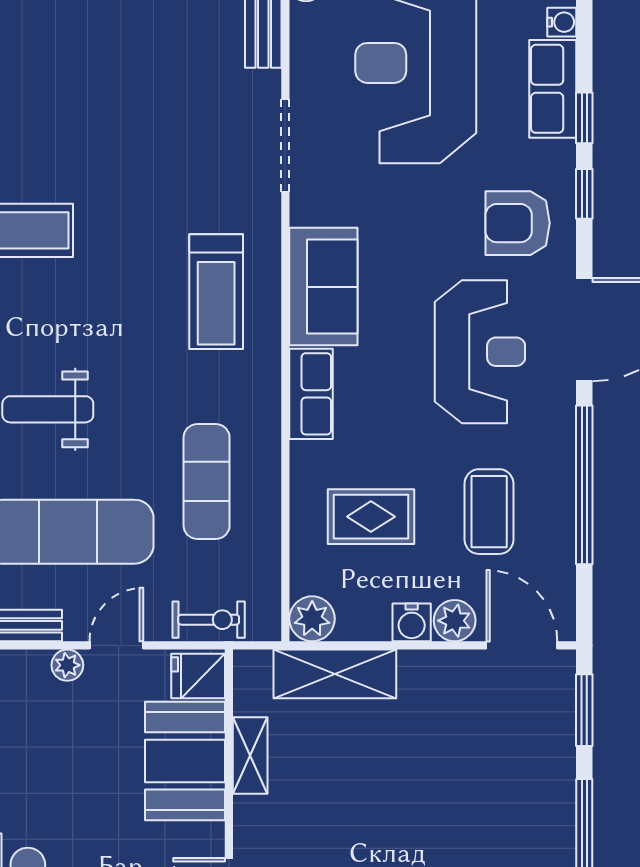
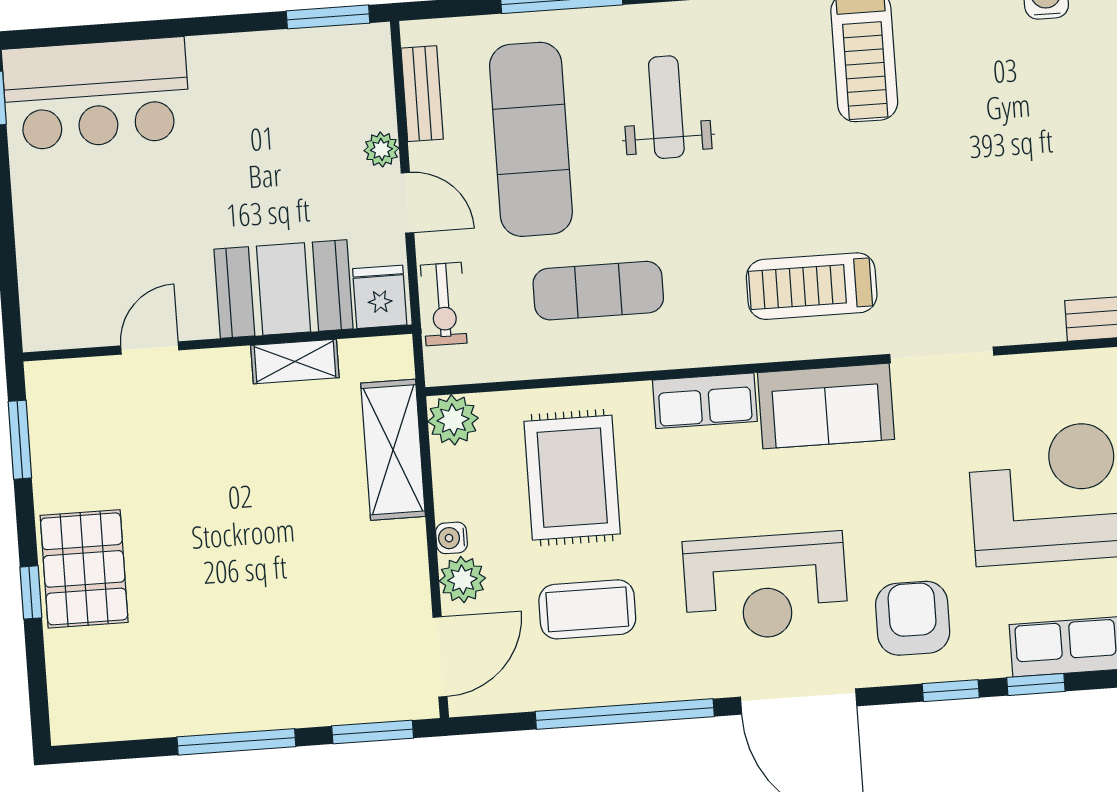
doorway: (285, 145) -> (942, 355), moved
rug: (371, 517) -> (572, 478), width x1.36, depth x1.43
water cooler: (412, 622) -> (451, 538), width x0.72, depth x0.72

